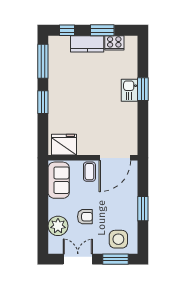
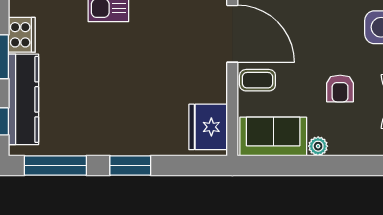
kitchen counter: (87, 44) -> (23, 99), width x1.50
armchair: (85, 217) -> (340, 88), turned 180
plant: (58, 226) -> (318, 146), moved, width x0.53, depth x0.53

